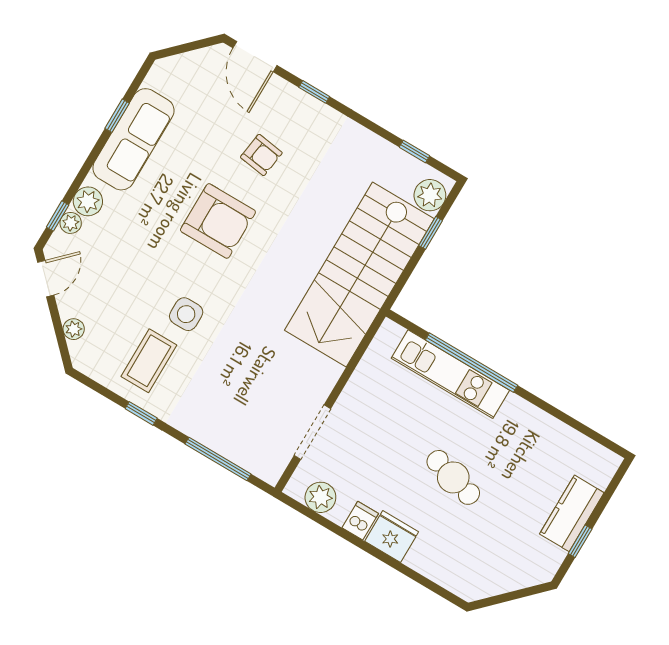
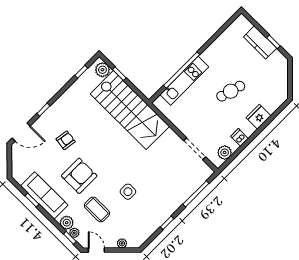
armchair: (218, 221) -> (79, 176), moved
coffee table: (149, 361) -> (97, 209), moved
fridge: (392, 536) -> (258, 117), moved

